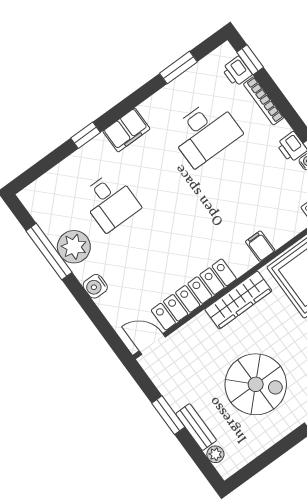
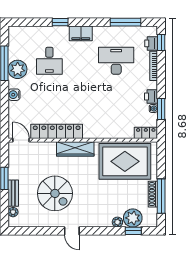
window: (178, 68) -> (125, 22), width x1.44
desk: (205, 132) -> (116, 61), turned 180
filing cabinet: (260, 246) -> (103, 131), removed

